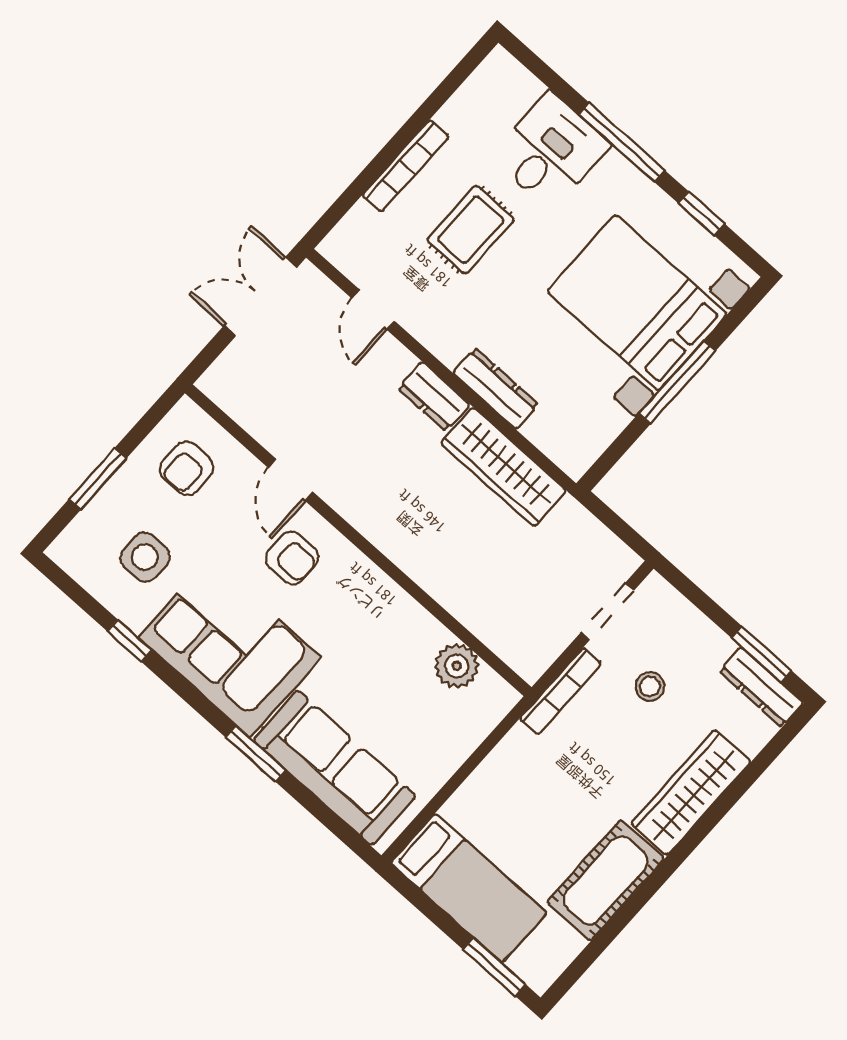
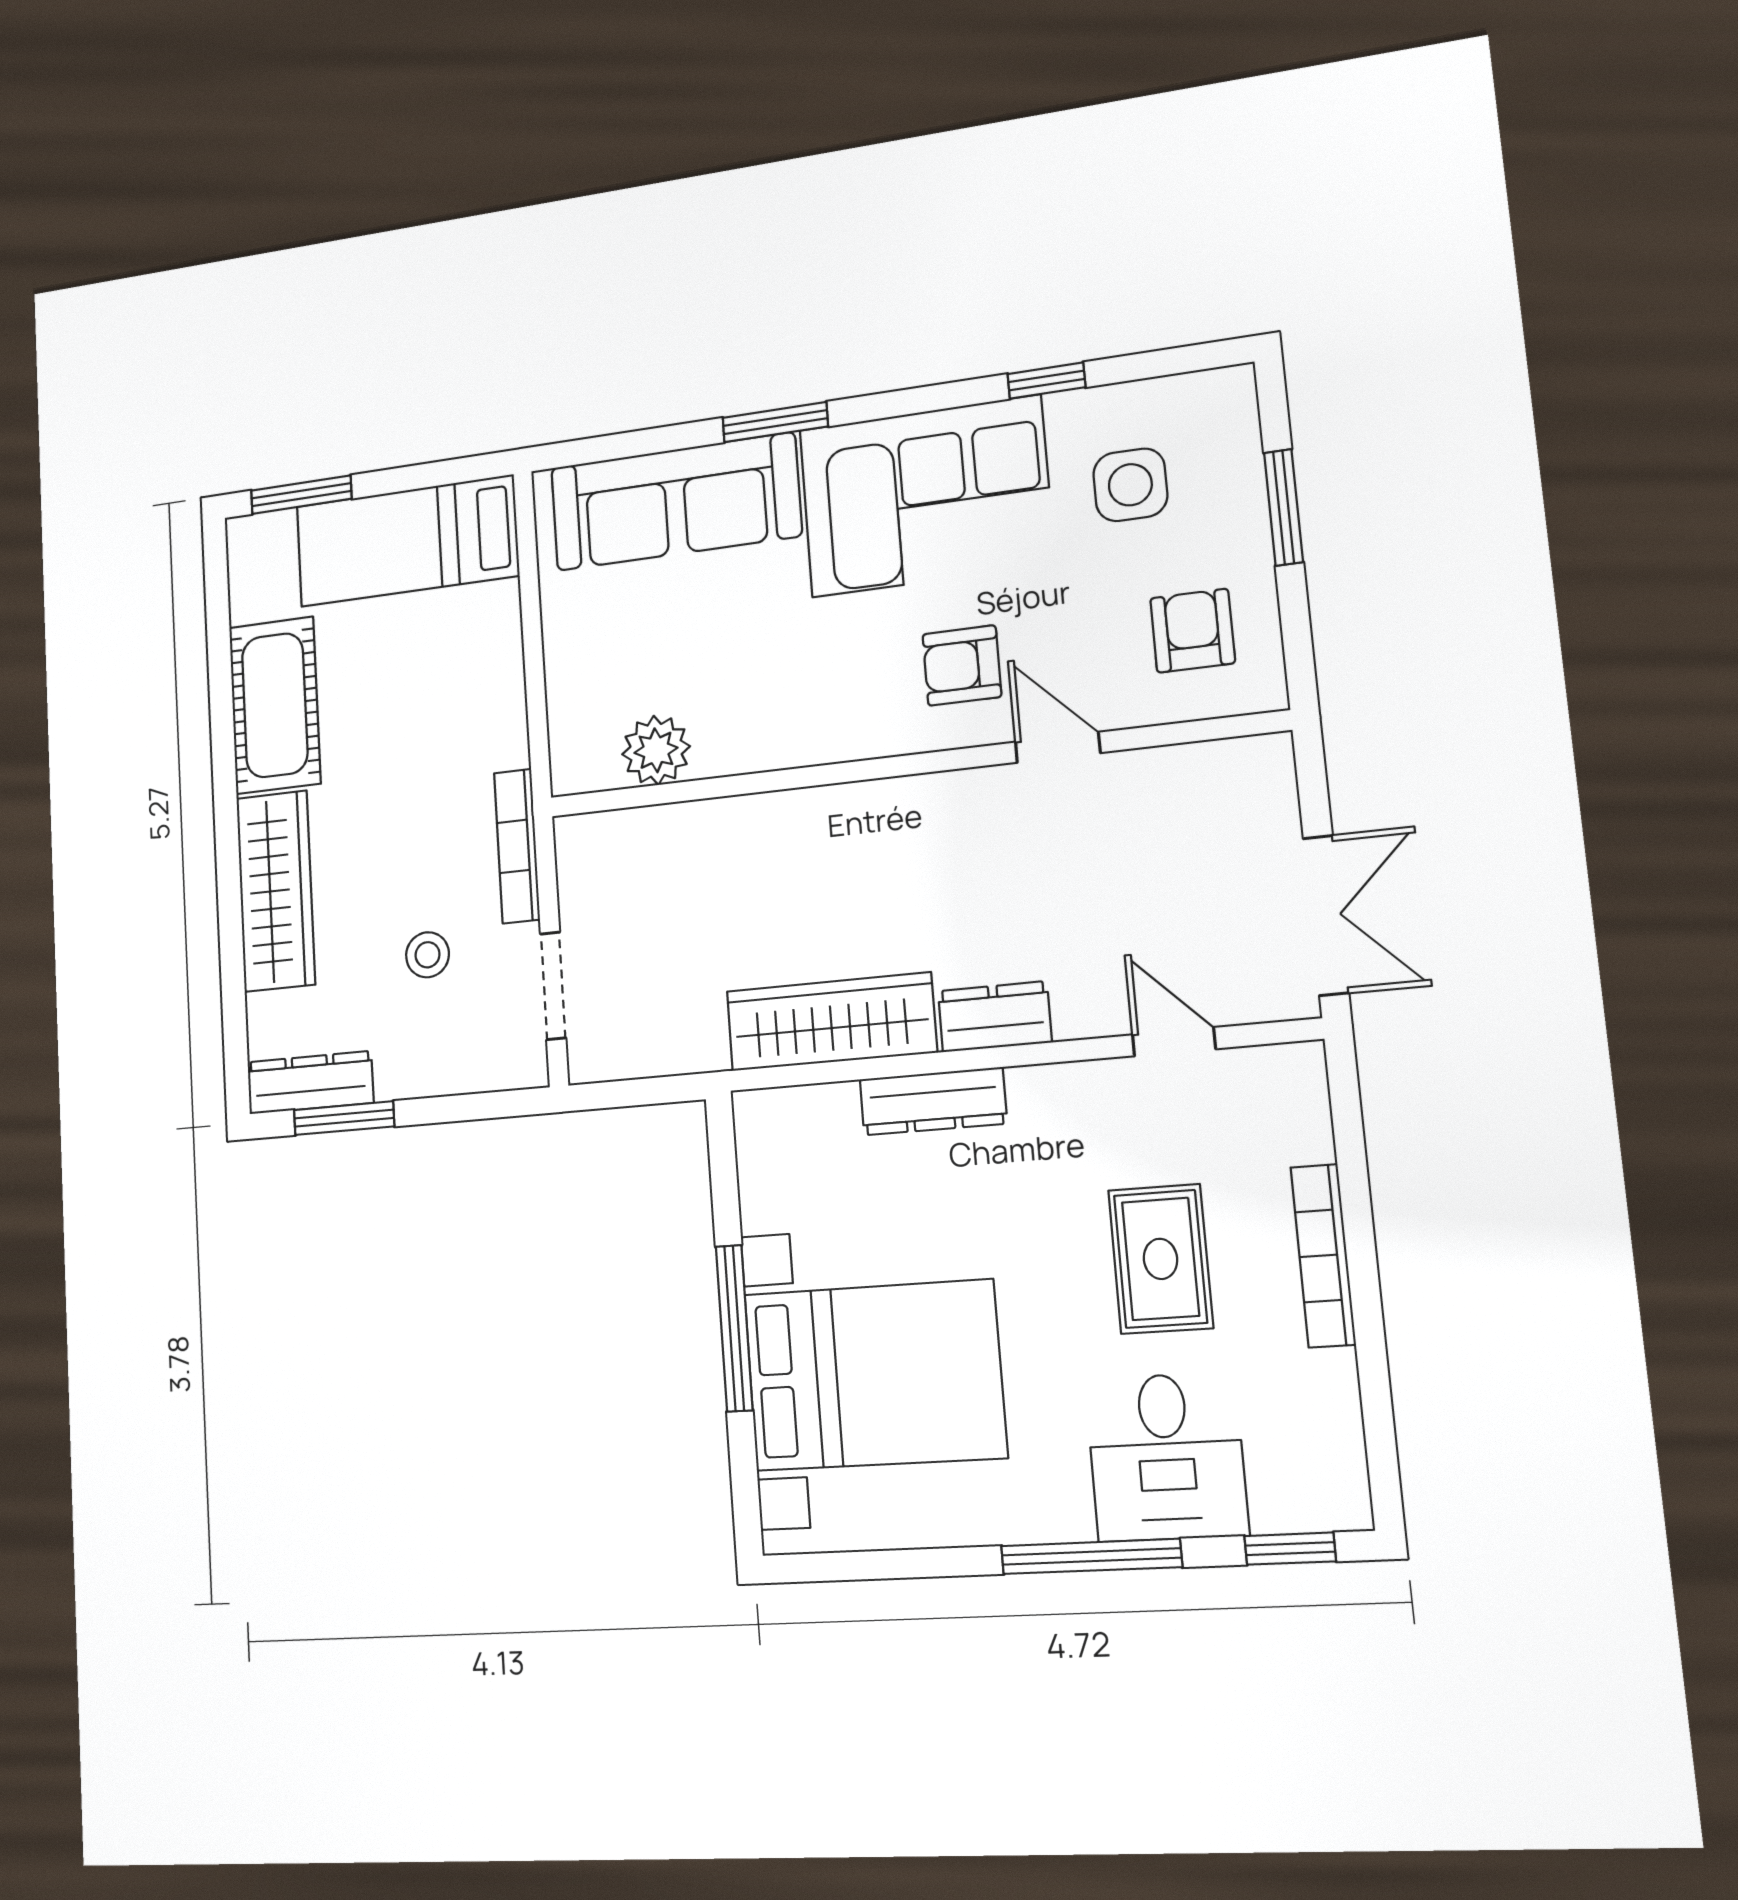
window: (701, 213) -> (1290, 1549), moved

